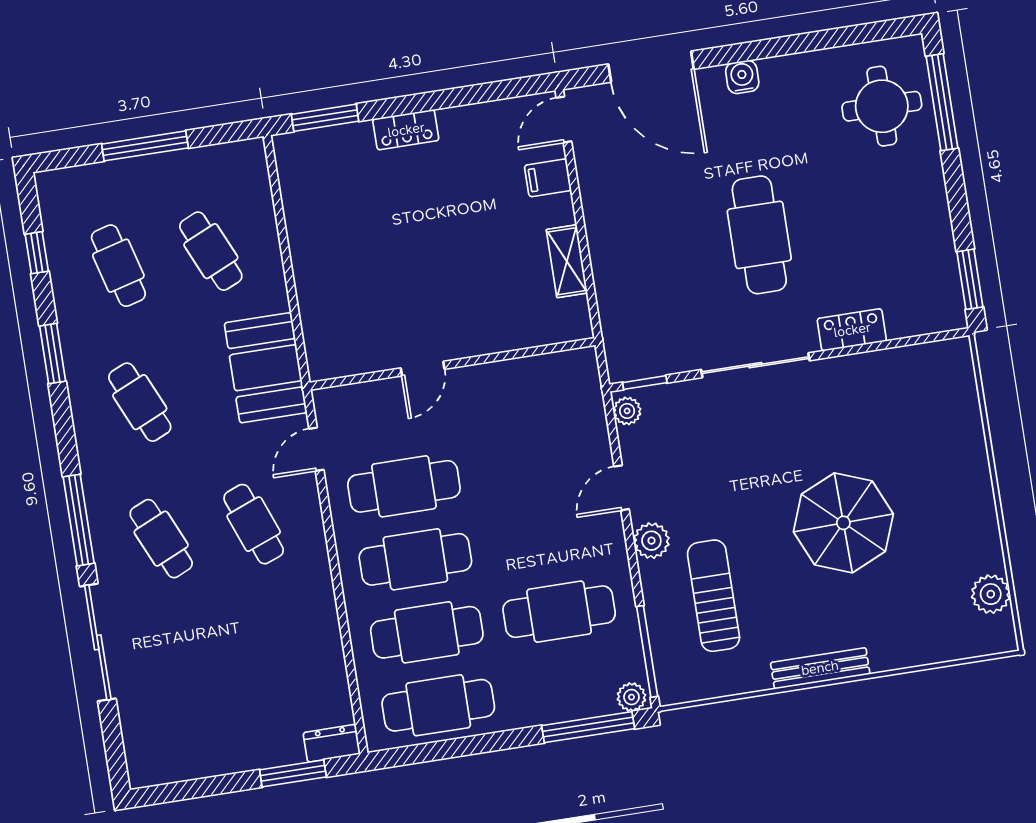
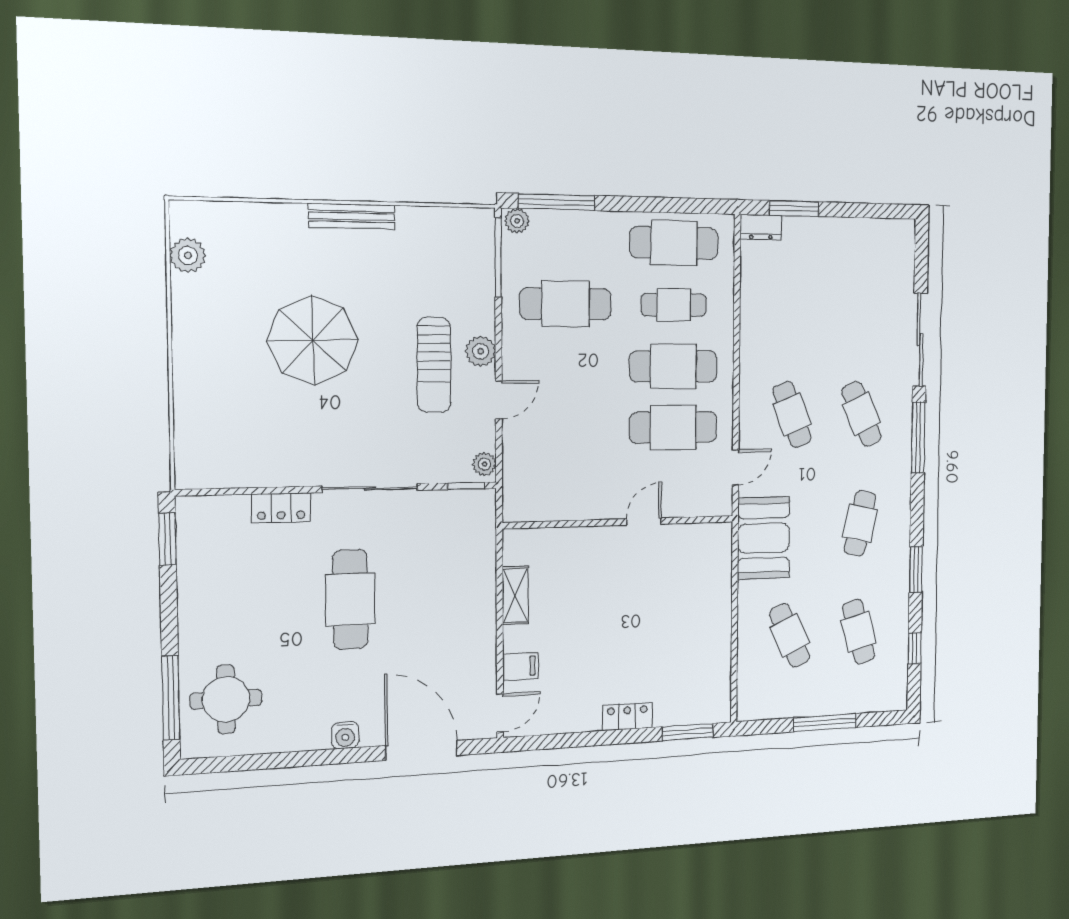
cafe table: (140, 402) -> (860, 523), turned 36
sun lounger: (714, 596) -> (434, 365), moved
cafe table: (427, 632) -> (674, 305), width x0.73, depth x0.74

